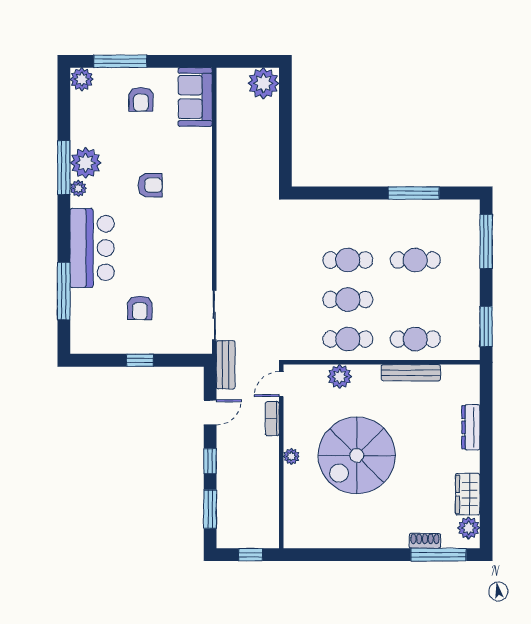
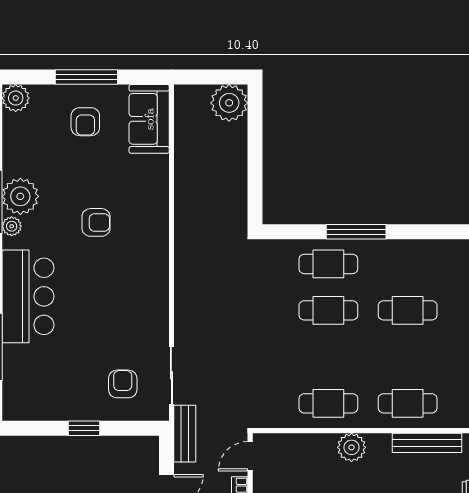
window: (120, 61) -> (86, 77), moved
window: (414, 193) -> (356, 232), moved
cafe table: (348, 300) -> (328, 264), moved
armchair: (140, 308) -> (123, 384), moved, turned 180
bench: (411, 373) -> (427, 443), moved
plant: (340, 377) -> (352, 447), moved

